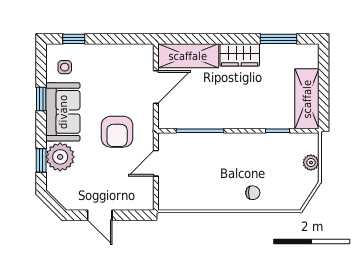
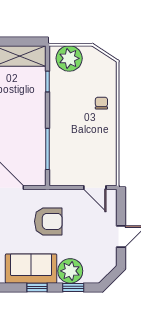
window: (41, 99) -> (37, 287), moved
door: (156, 163) -> (95, 188), moved
plant: (311, 163) -> (69, 58), width x1.87, depth x1.87

